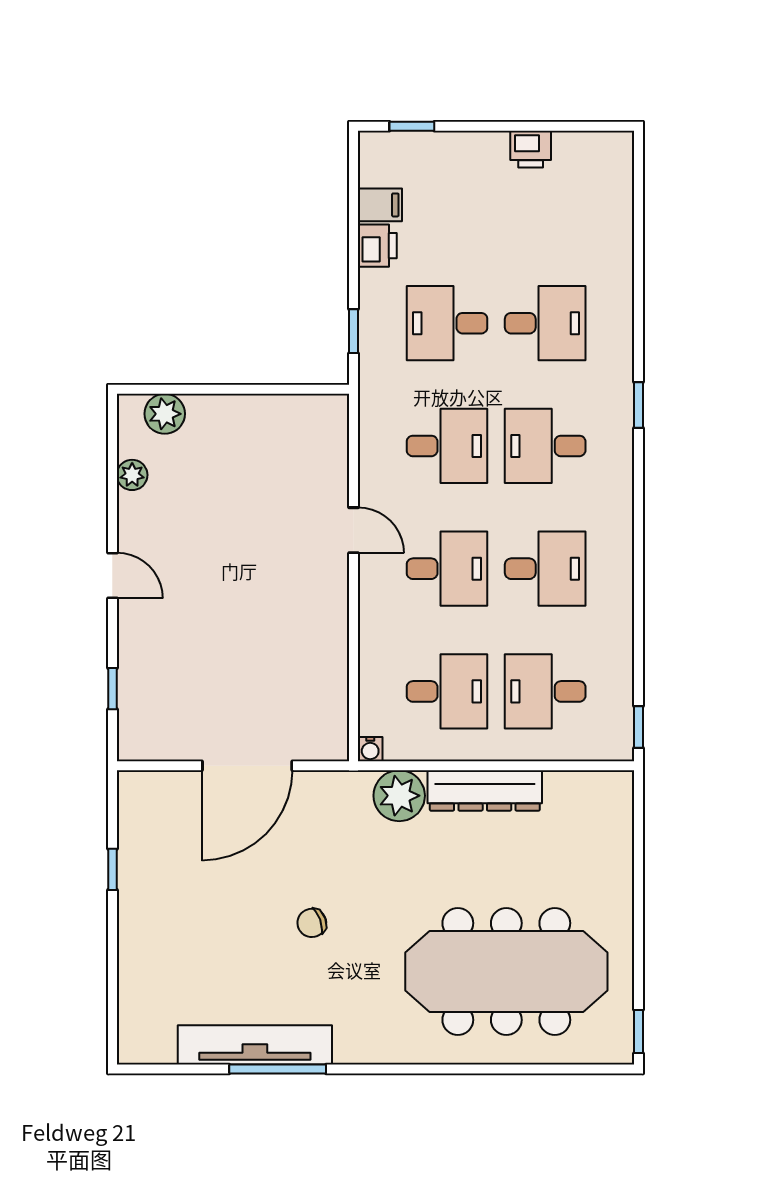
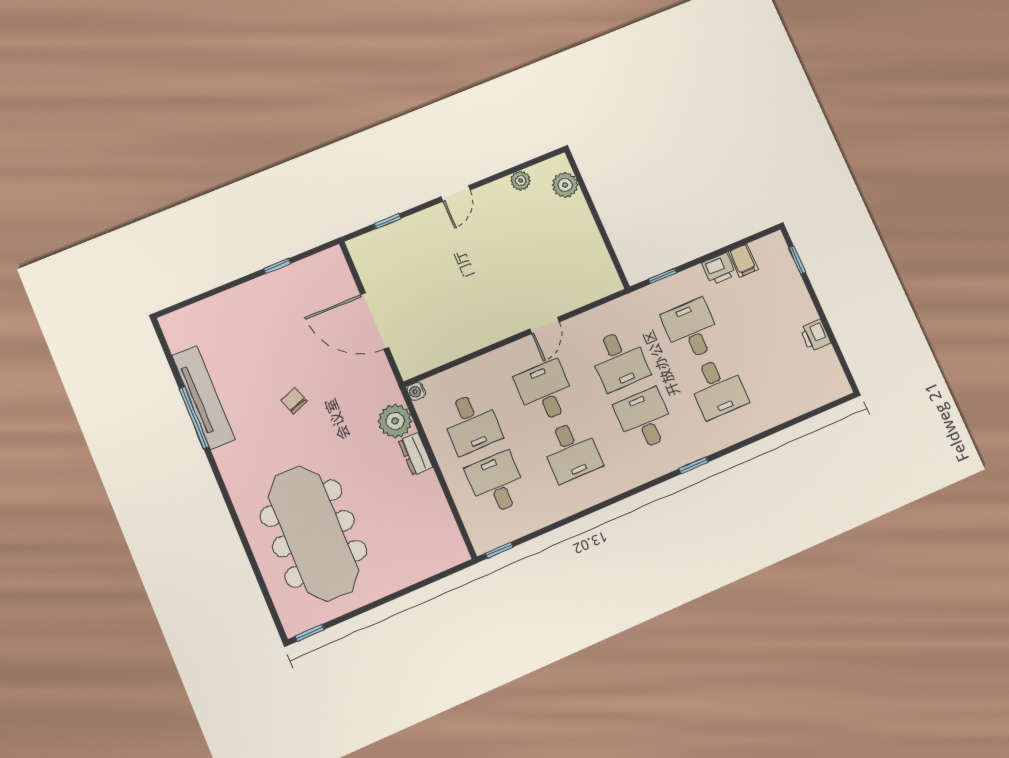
desk: (447, 569) -> (546, 391), turned 180
dresser: (485, 790) -> (416, 454), width x0.51, depth x0.80

